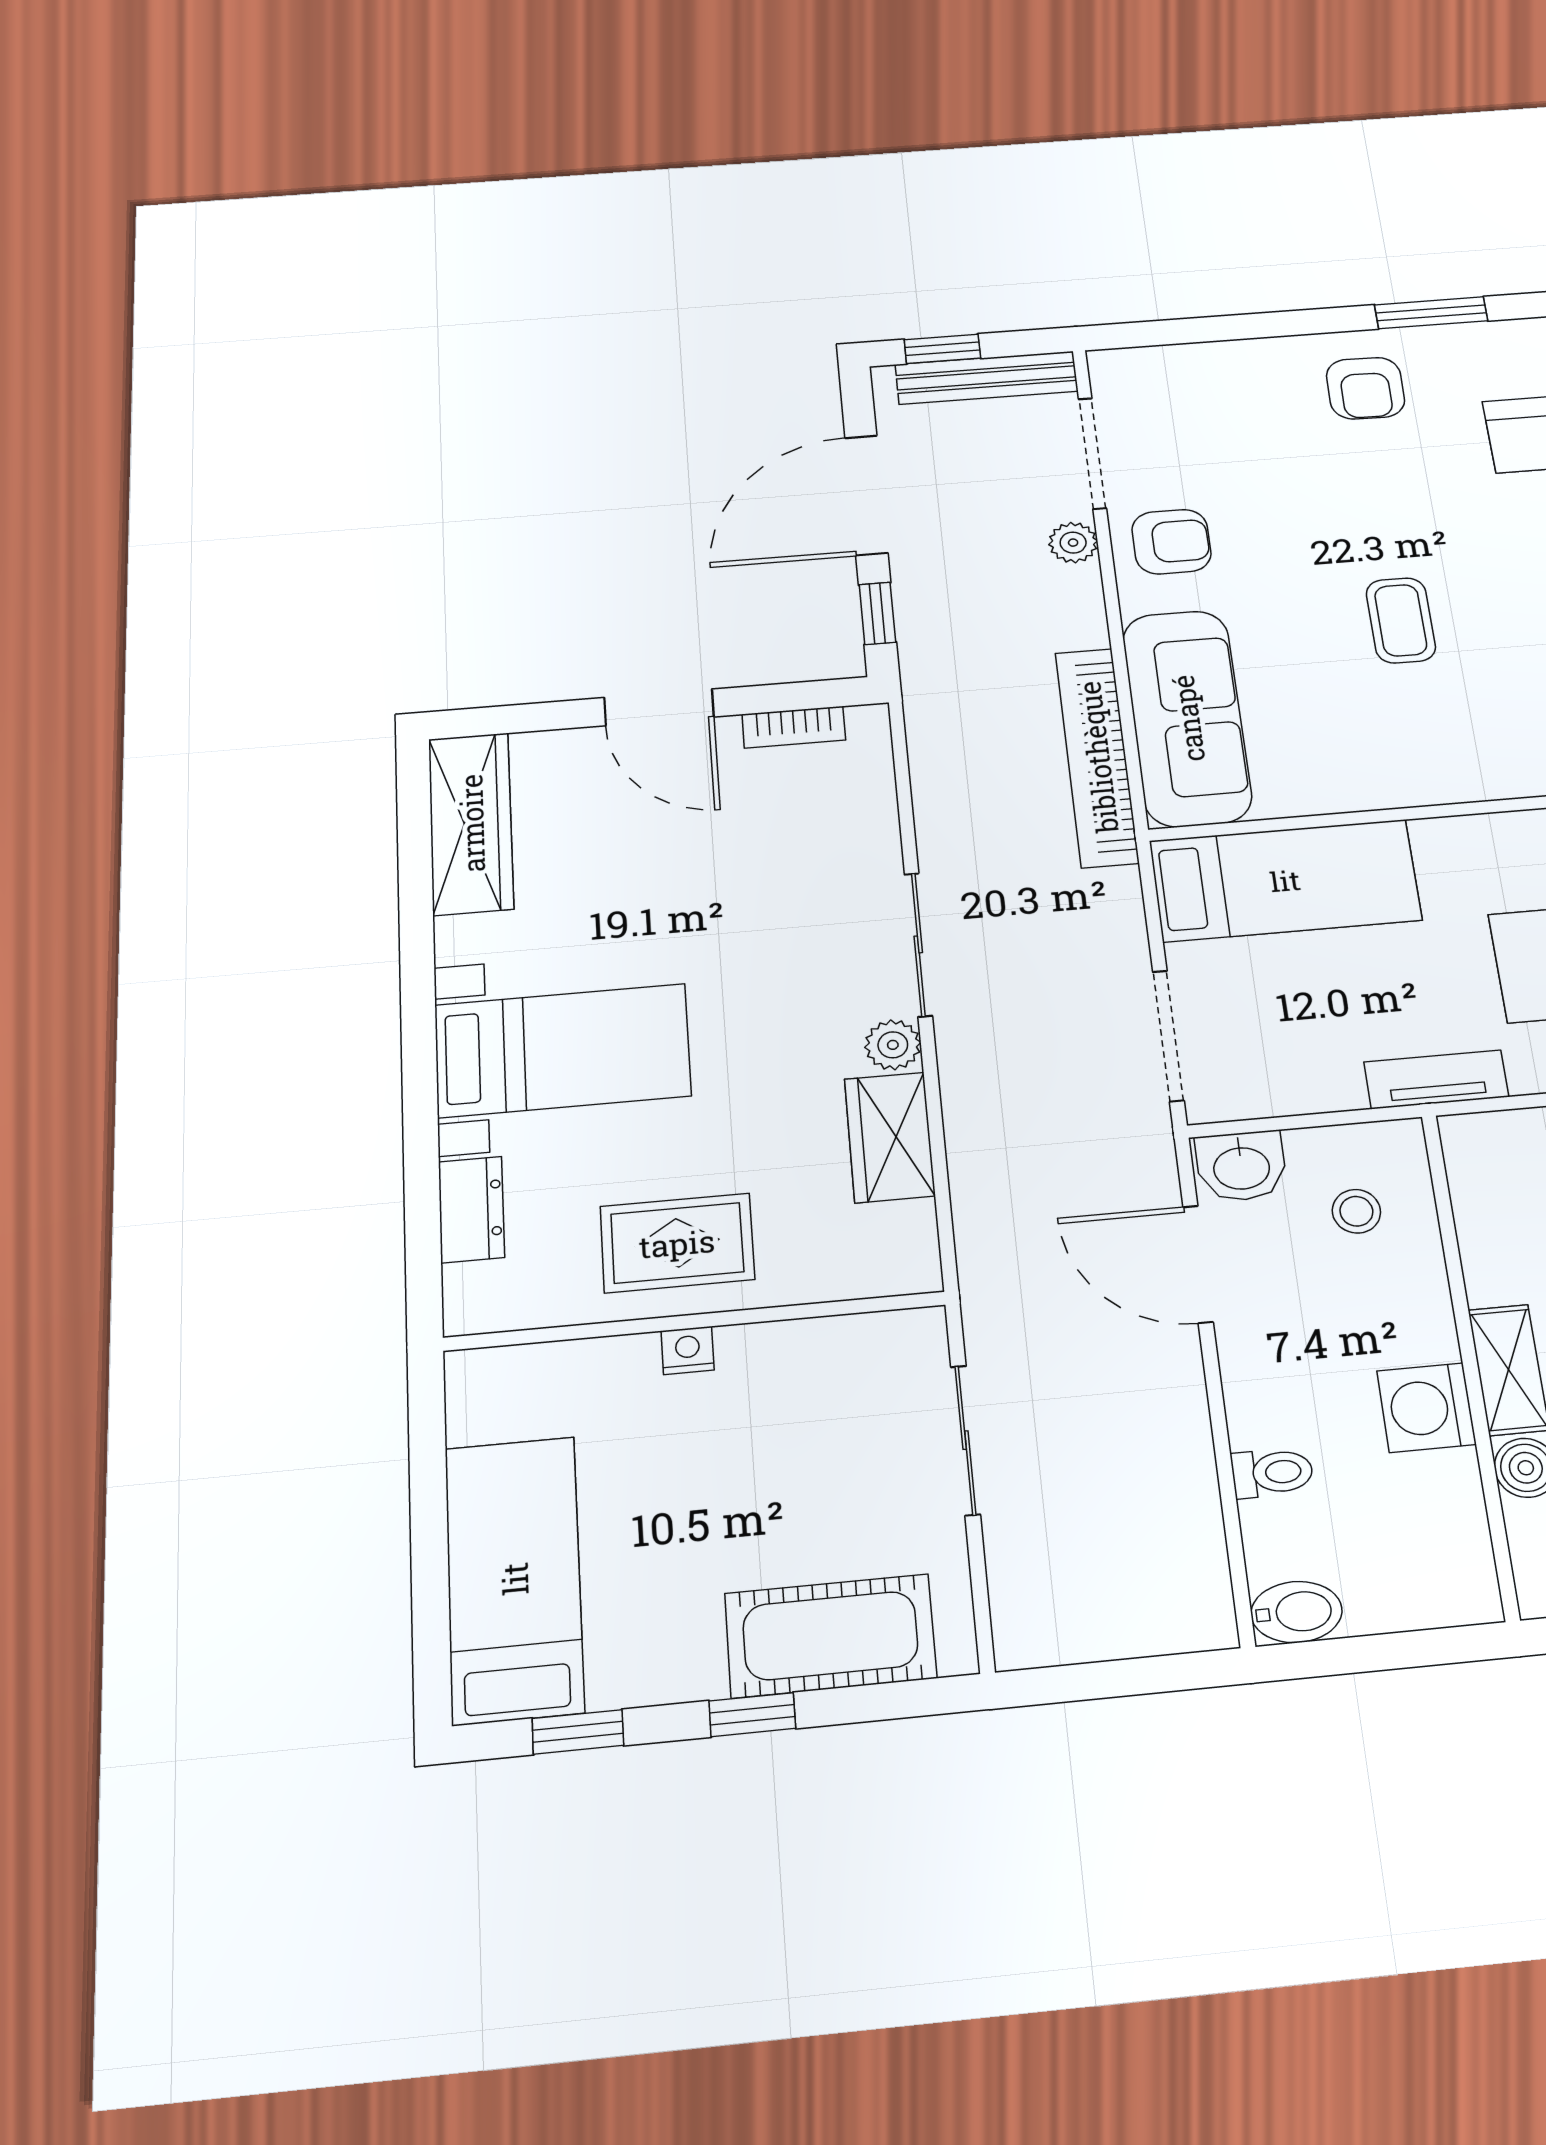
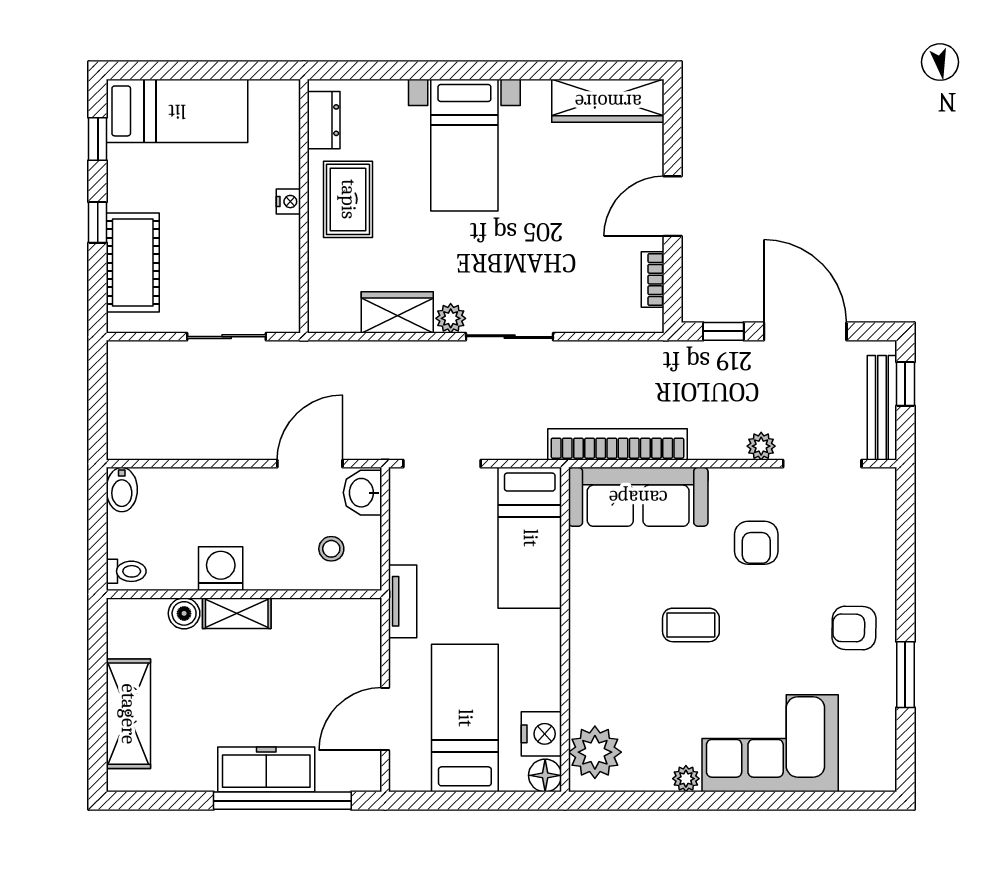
armchair: (1171, 542) -> (756, 543), moved
dresser: (471, 1209) -> (324, 120), moved, turned -90
toilet: (1272, 1473) -> (126, 571), moved, turned -90

